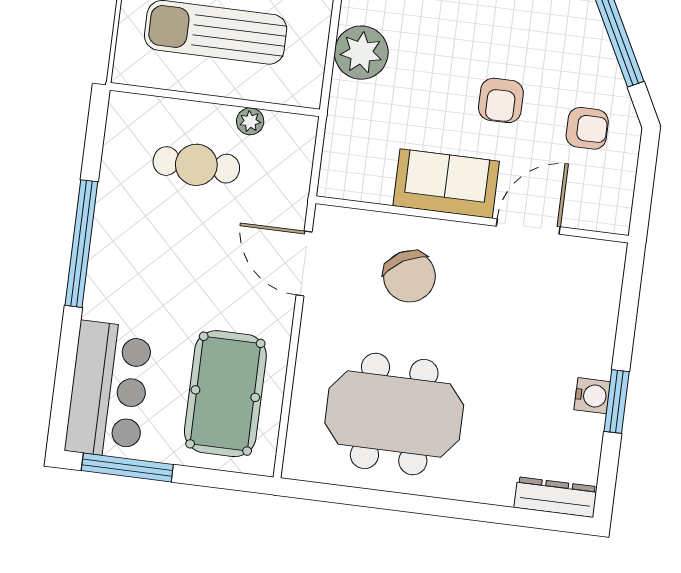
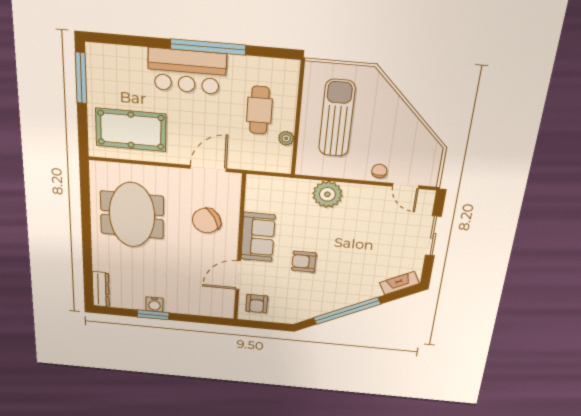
armchair: (587, 128) -> (257, 304), moved
door: (528, 227) -> (238, 275), swing flipped
bar counter: (109, 390) -> (187, 71), moved

